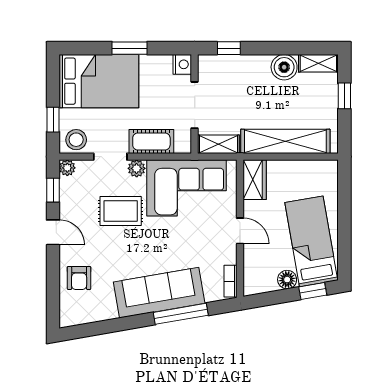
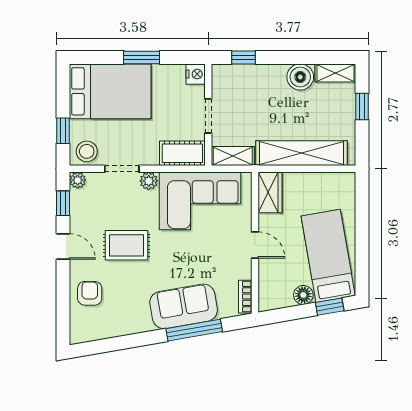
doorway: (195, 105) -> (208, 116), width x0.73
cot: (151, 141) -> (182, 153), moved
rug: (121, 211) -> (127, 245), moved
armchair: (79, 278) -> (90, 293), turned 180
sofa: (159, 293) -> (184, 306), width x0.73

